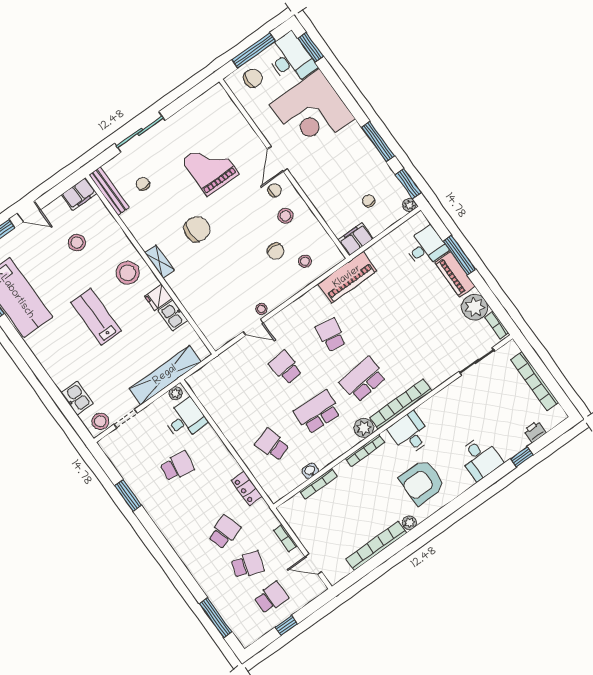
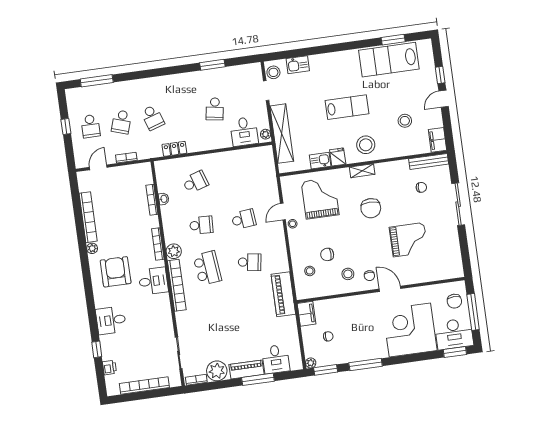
grand piano: (216, 293) -> (320, 198), added
school desk: (318, 412) -> (201, 225), width x0.54

